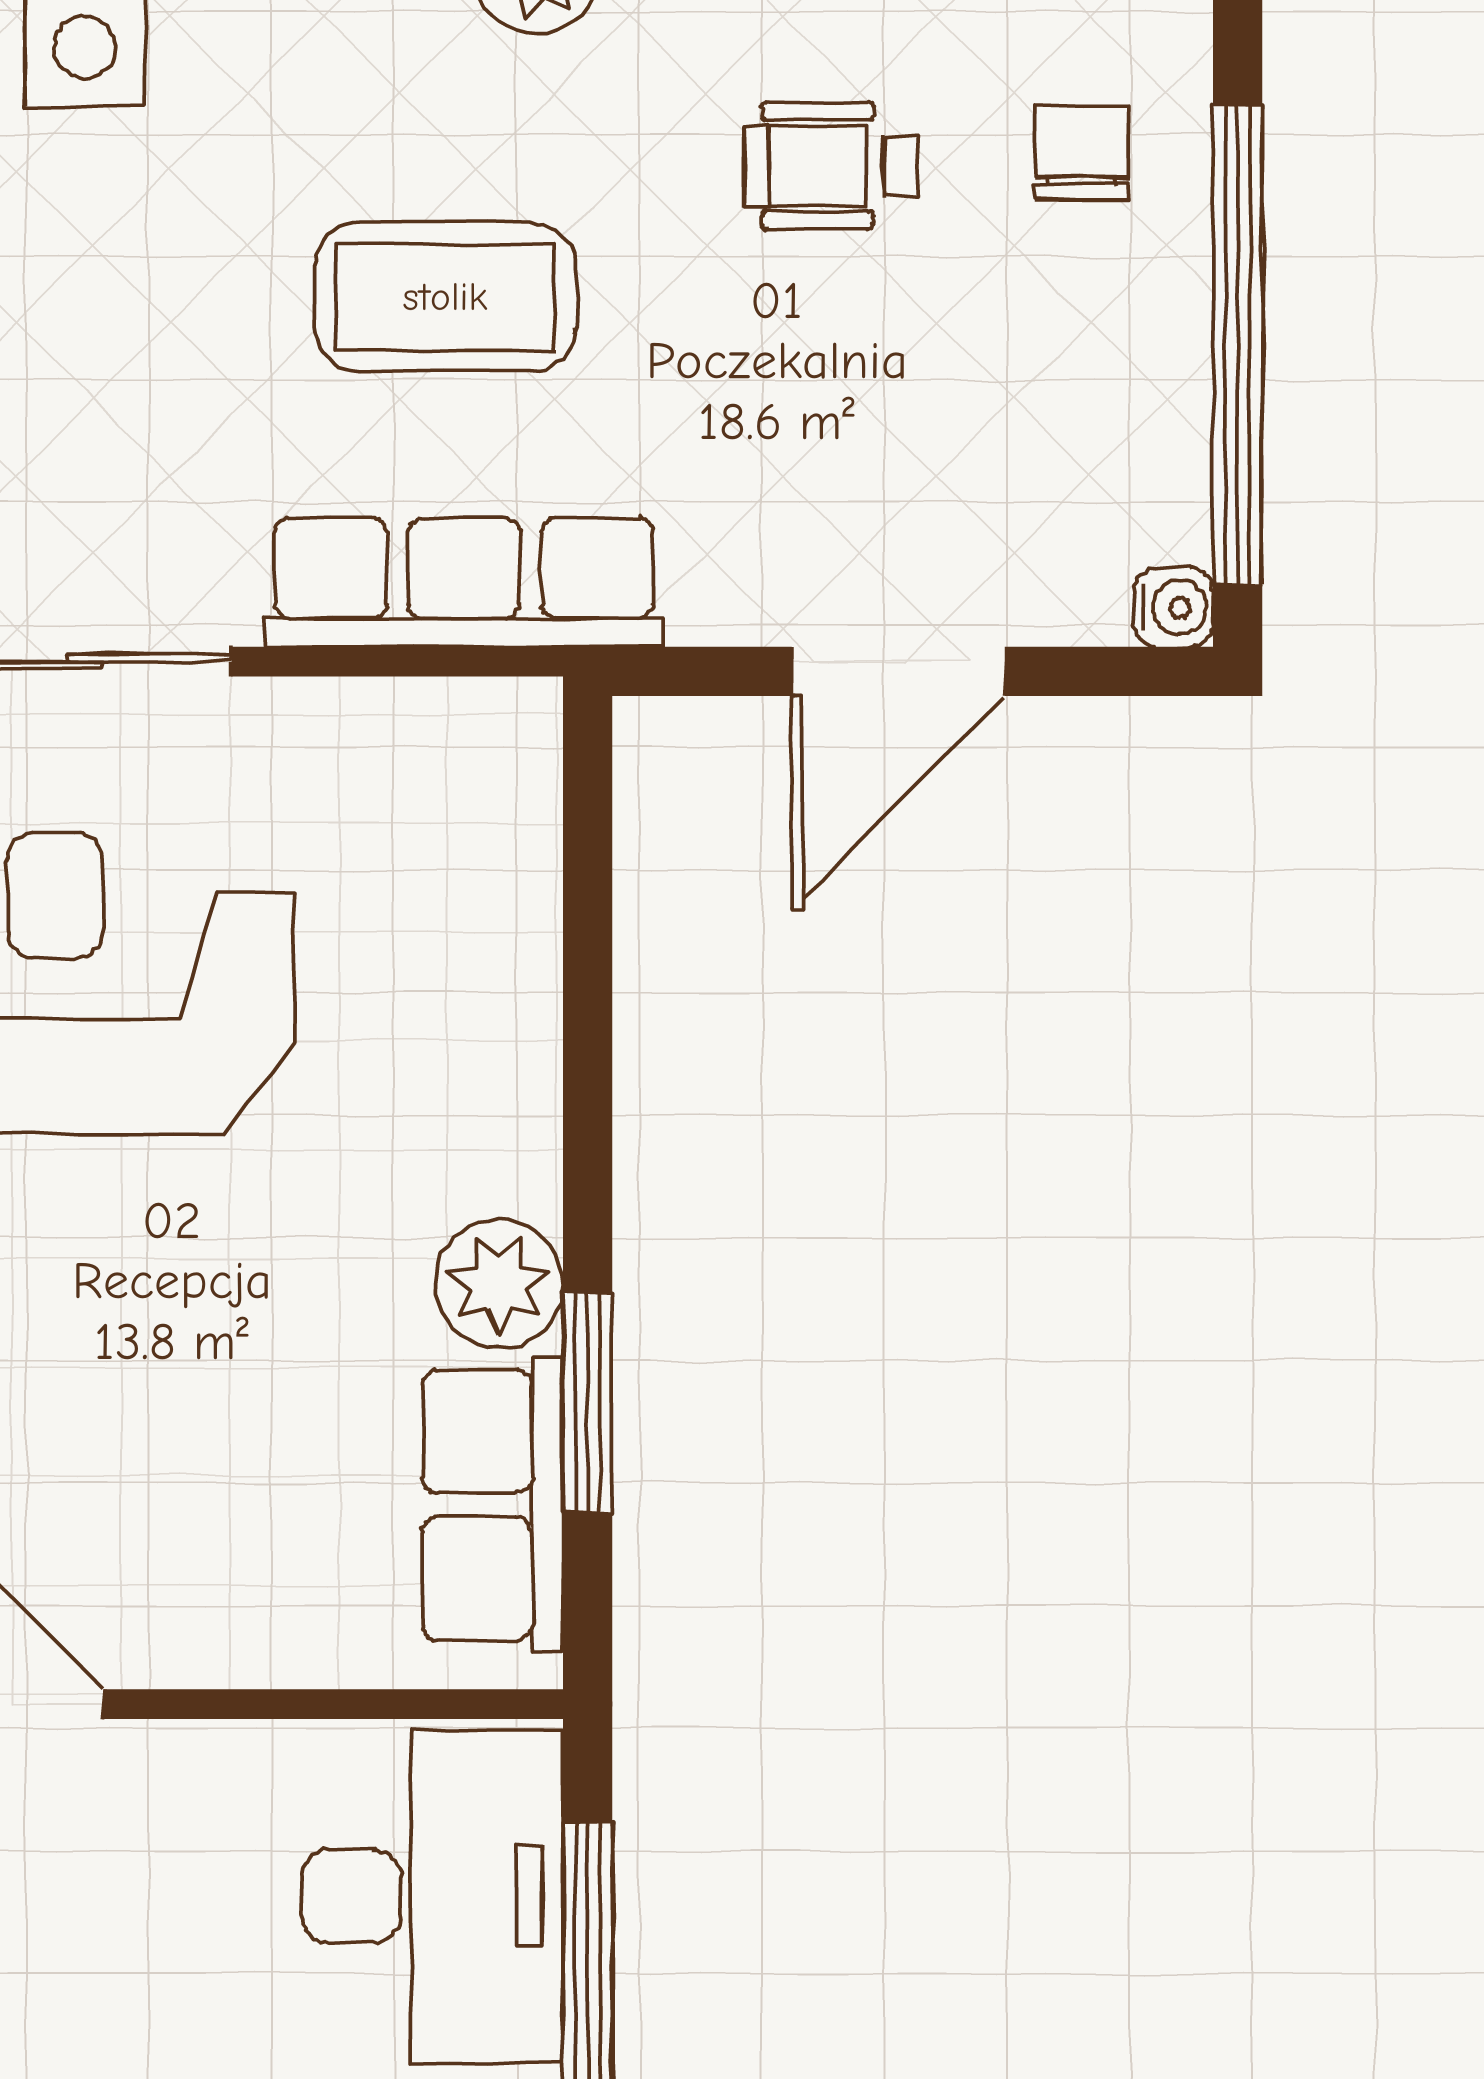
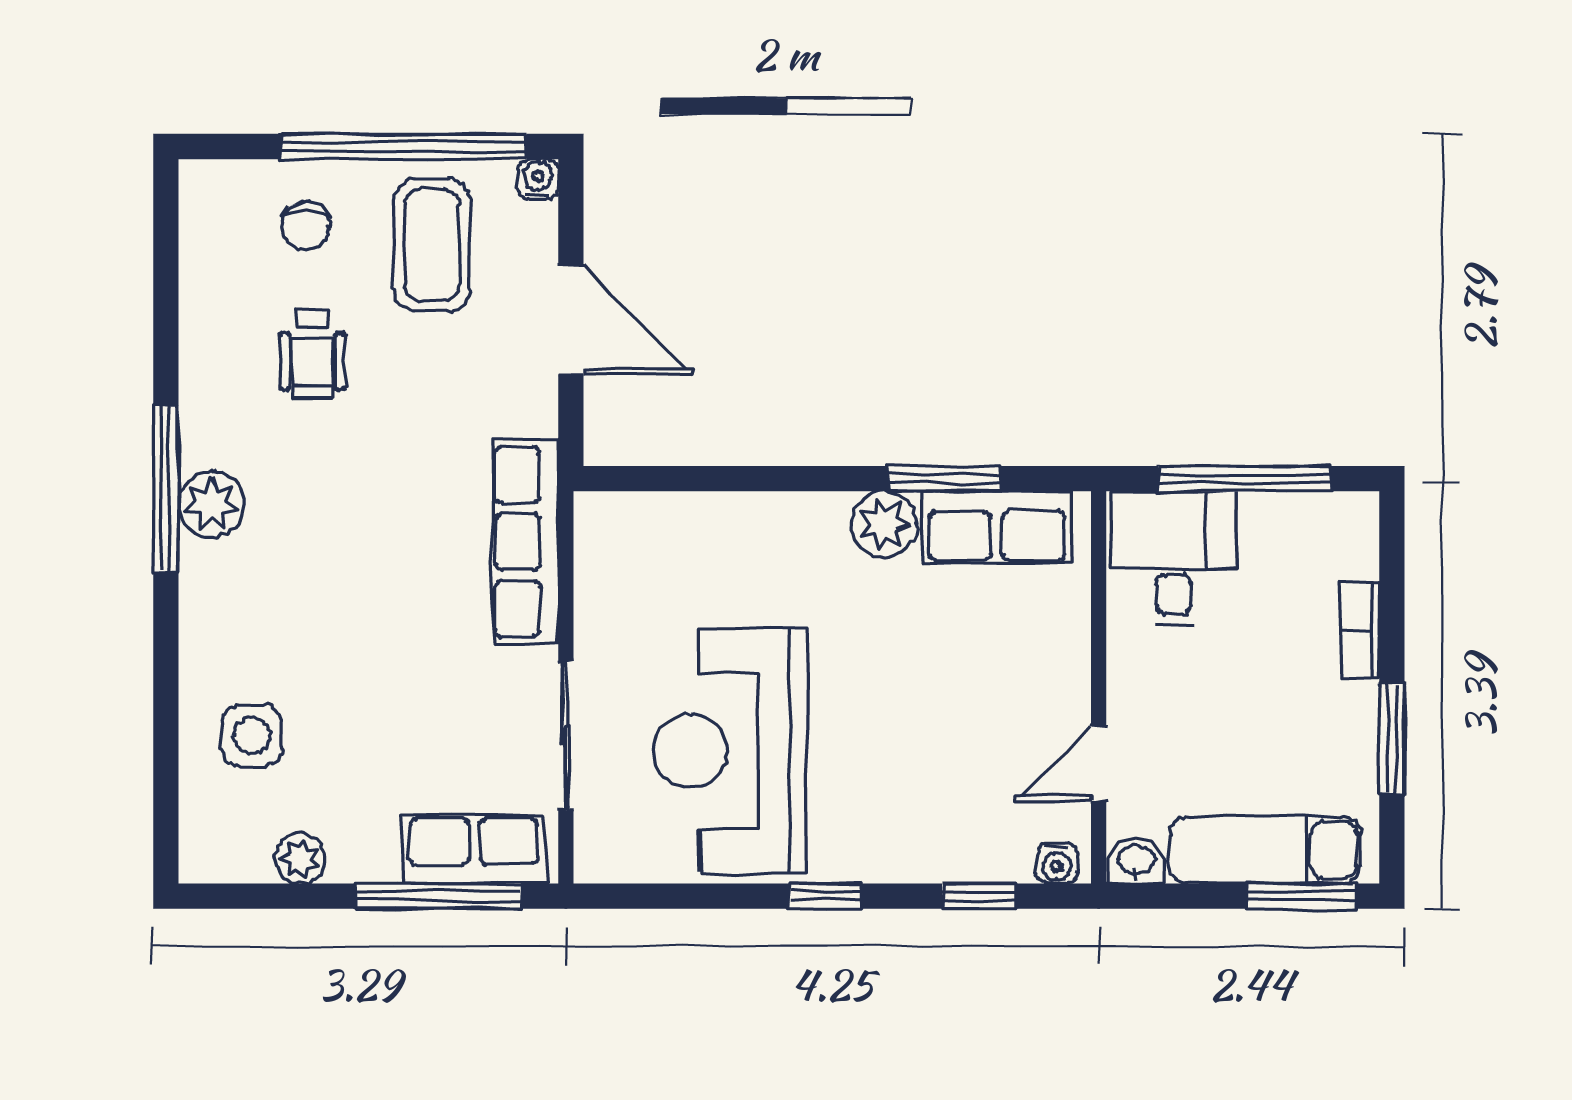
chair: (1082, 153) -> (306, 226), turned -90
coffee table: (445, 297) -> (432, 245), moved
desk: (432, 1896) -> (1174, 558), width x0.73

